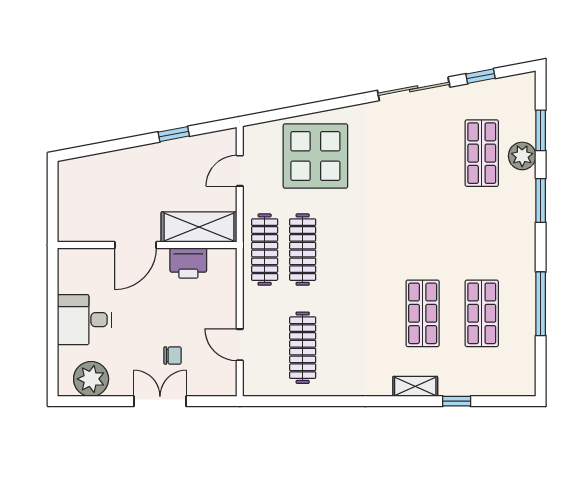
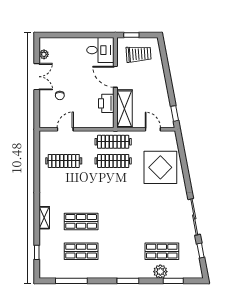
window: (174, 134) -> (175, 113), moved
trolley: (91, 199) -> (139, 54), added
window: (541, 200) -> (128, 281), moved
window: (53, 214) -> (131, 35), added
window: (541, 304) -> (71, 281), moved
desk: (85, 320) -> (100, 50), moved, turned 90
plant: (91, 379) -> (44, 54), width x0.53, depth x0.53
double door: (160, 401) -> (37, 77), moved
window: (457, 401) -> (37, 252), moved

